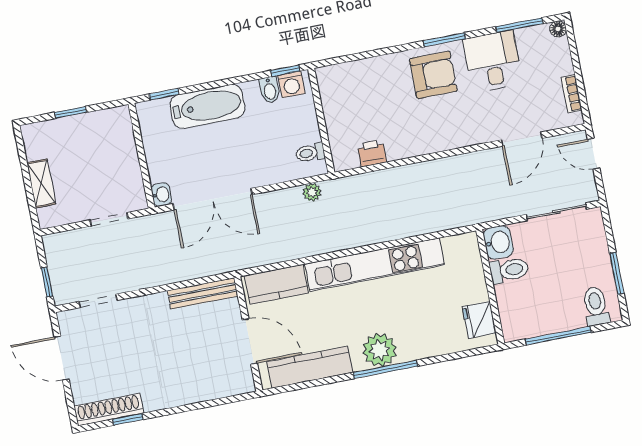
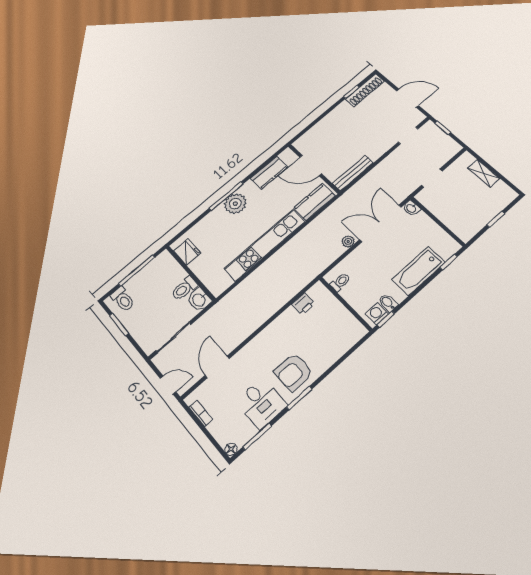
plant: (312, 192) -> (348, 241), moved
kitchen counter: (310, 367) -> (269, 173), width x0.67

